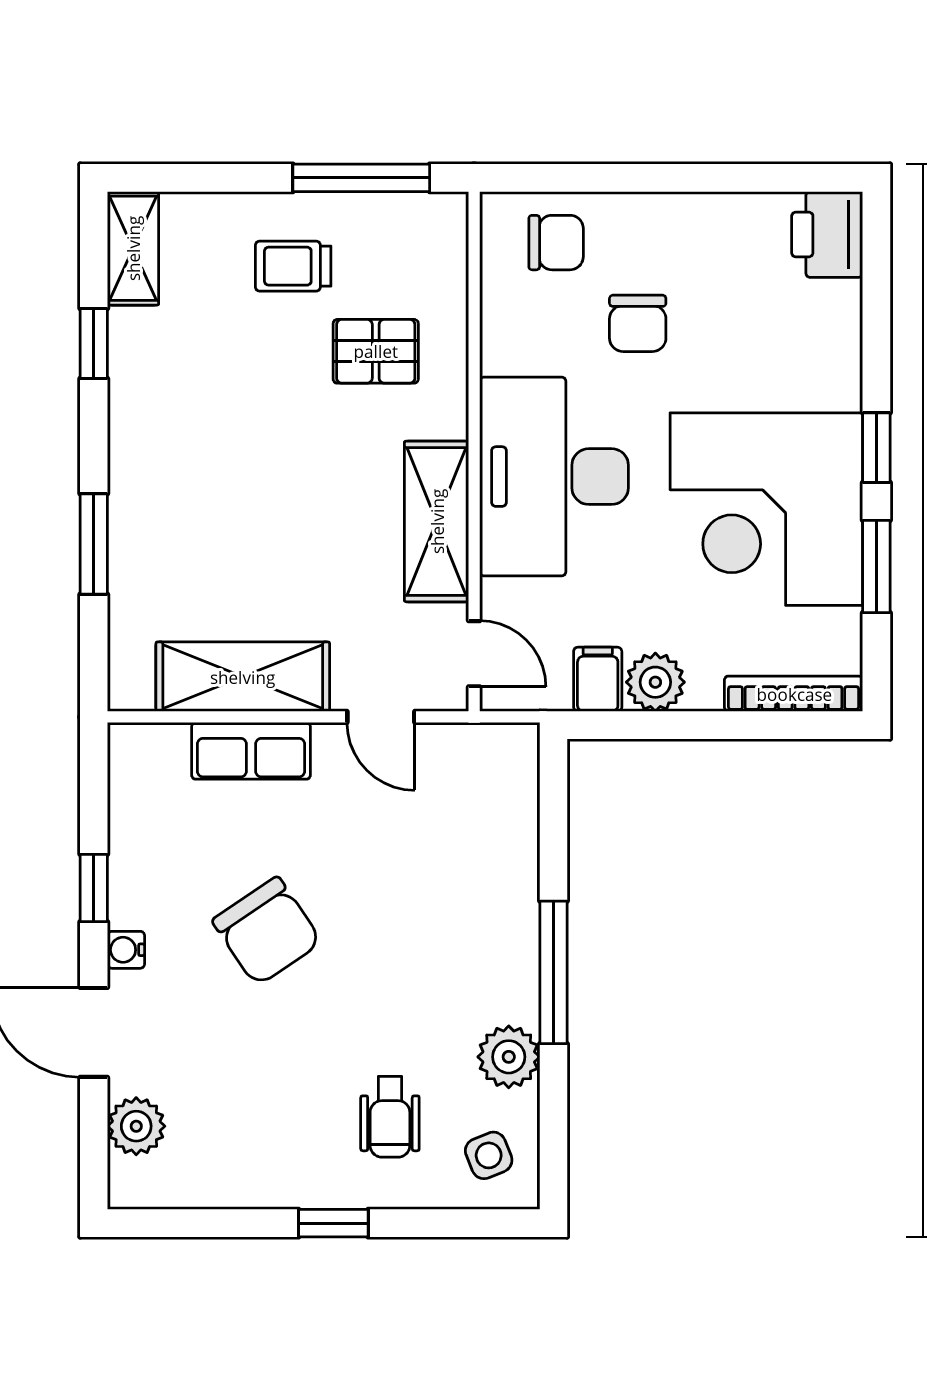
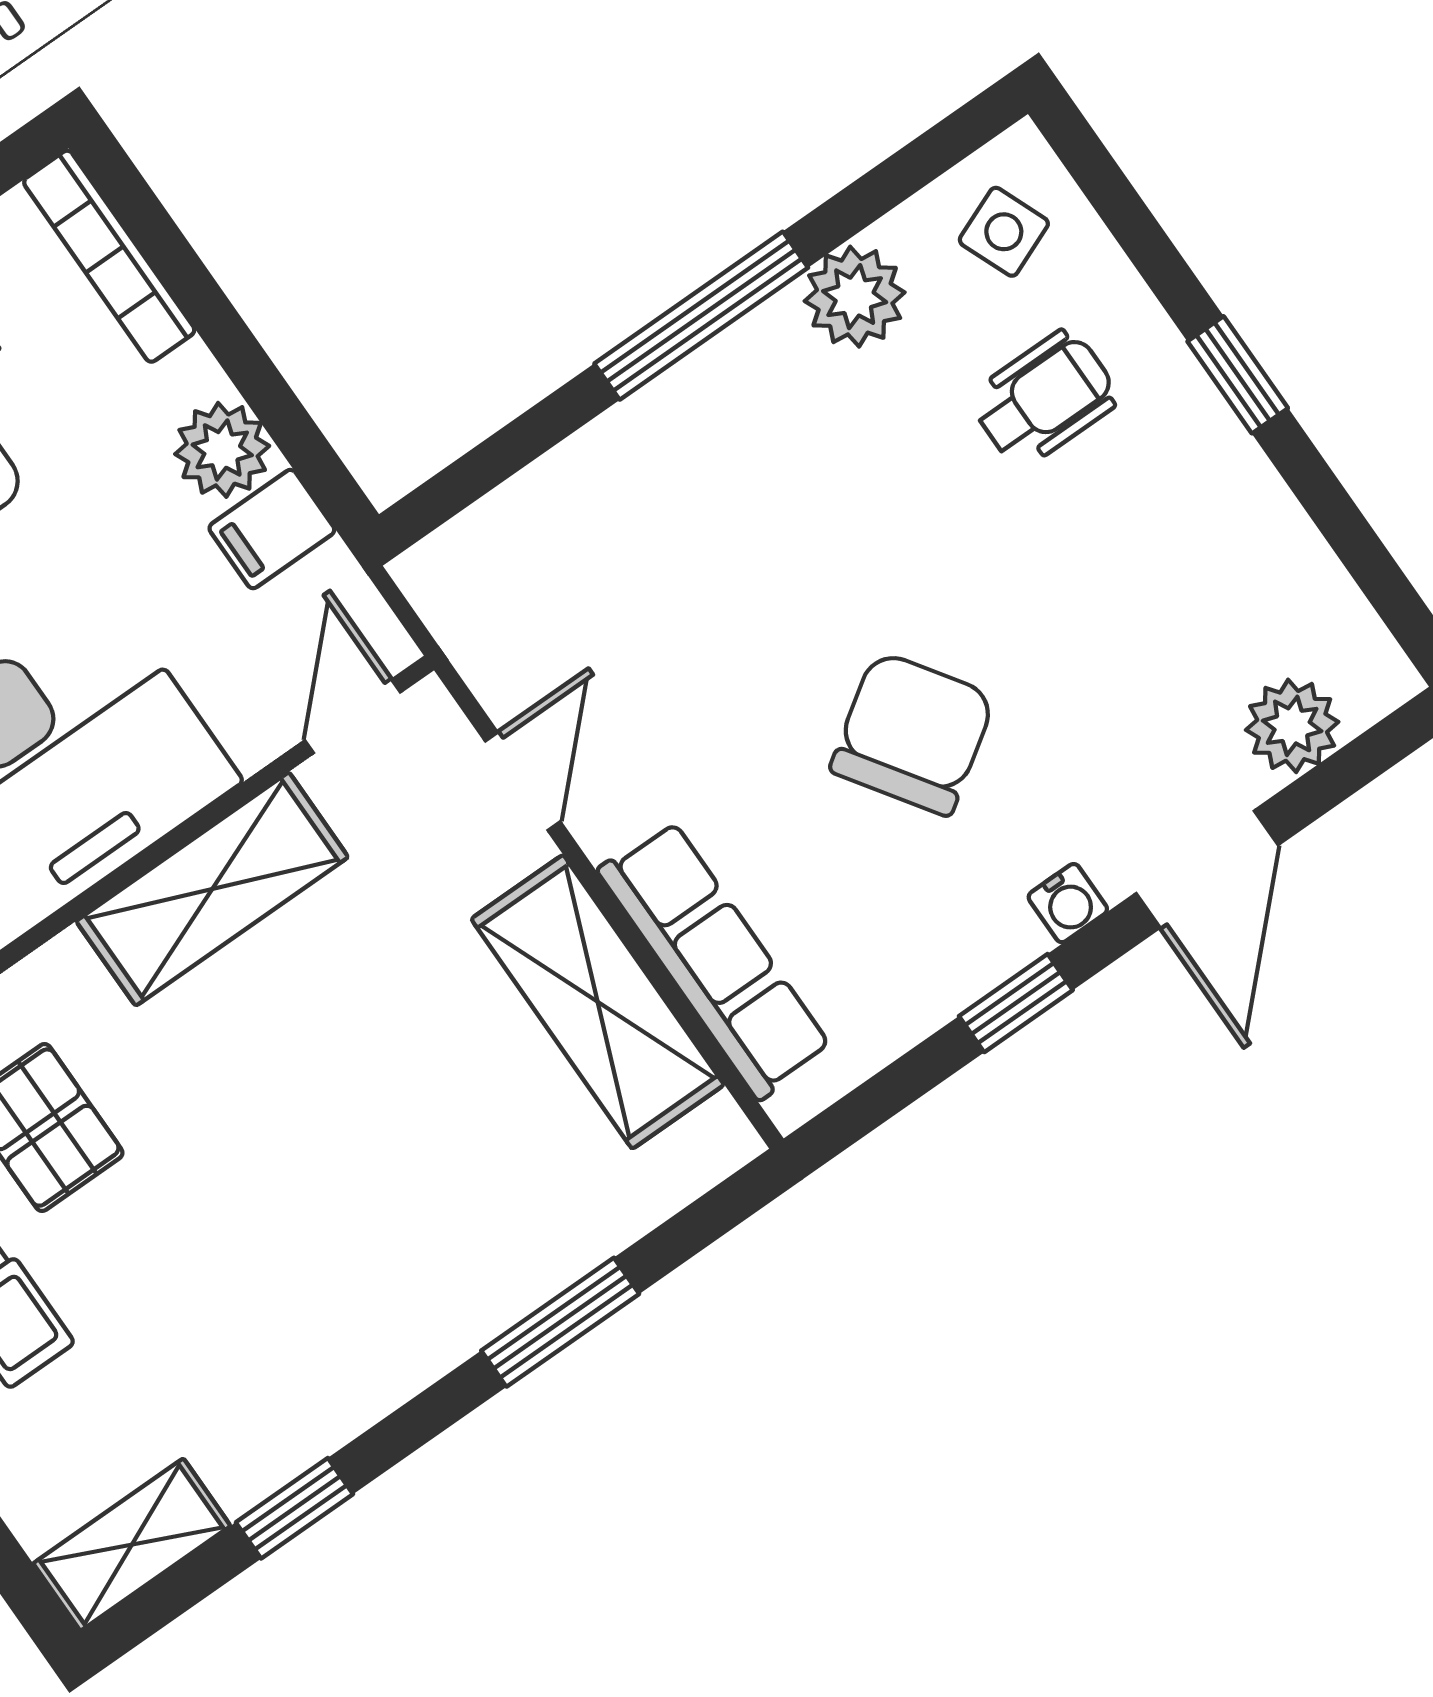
row of seats: (251, 751) -> (715, 960), width x1.48

